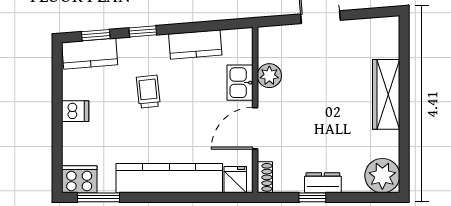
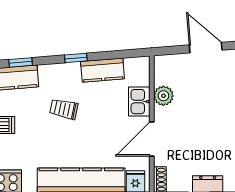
window: (143, 31) -> (76, 58), moved
trolley: (148, 92) -> (64, 109), turned -72

